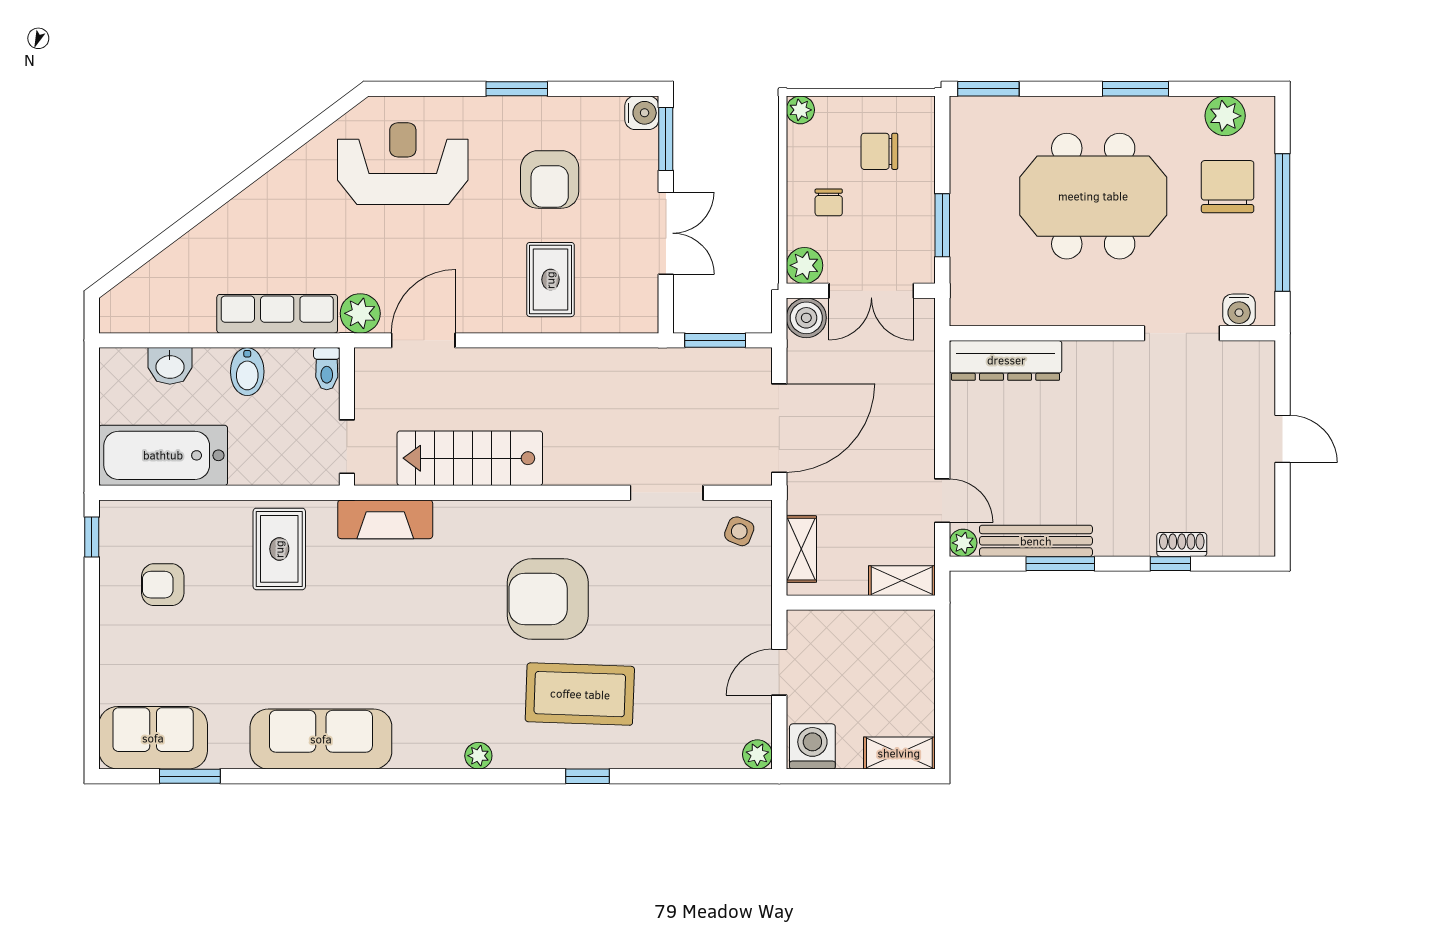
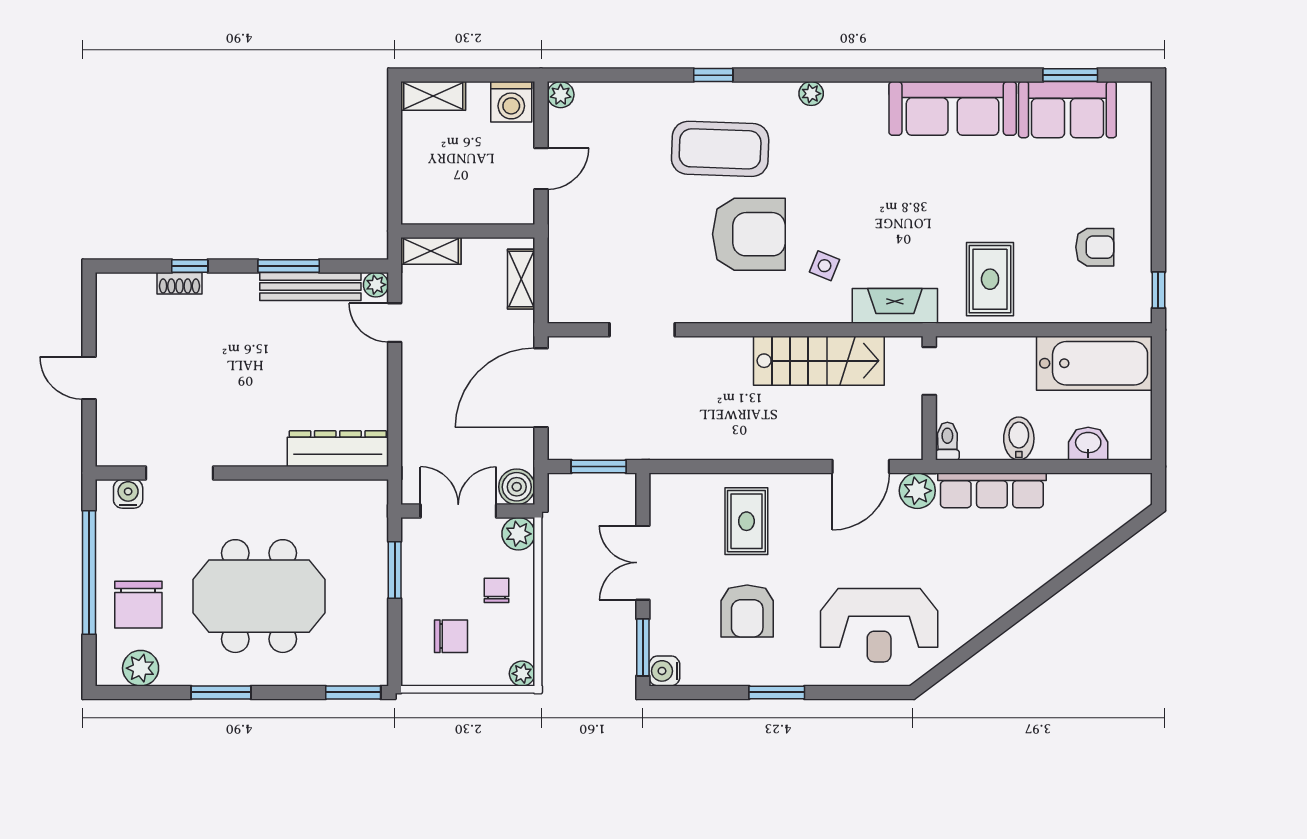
armchair: (550, 179) -> (747, 611), turned 180
side table: (739, 531) -> (824, 266), moved
sofa: (153, 738) -> (1067, 110), moved

